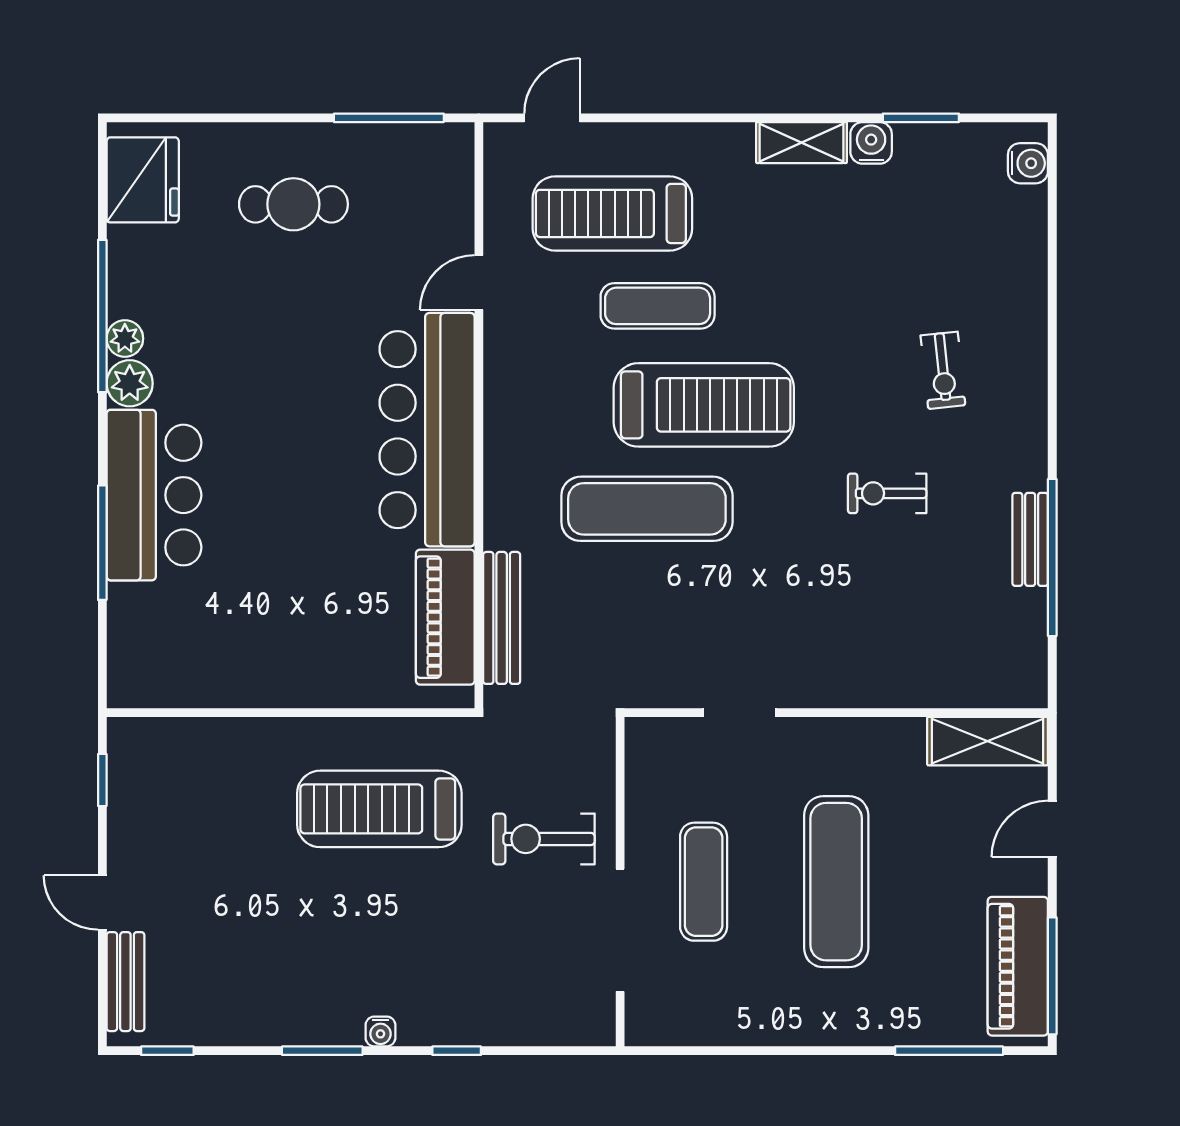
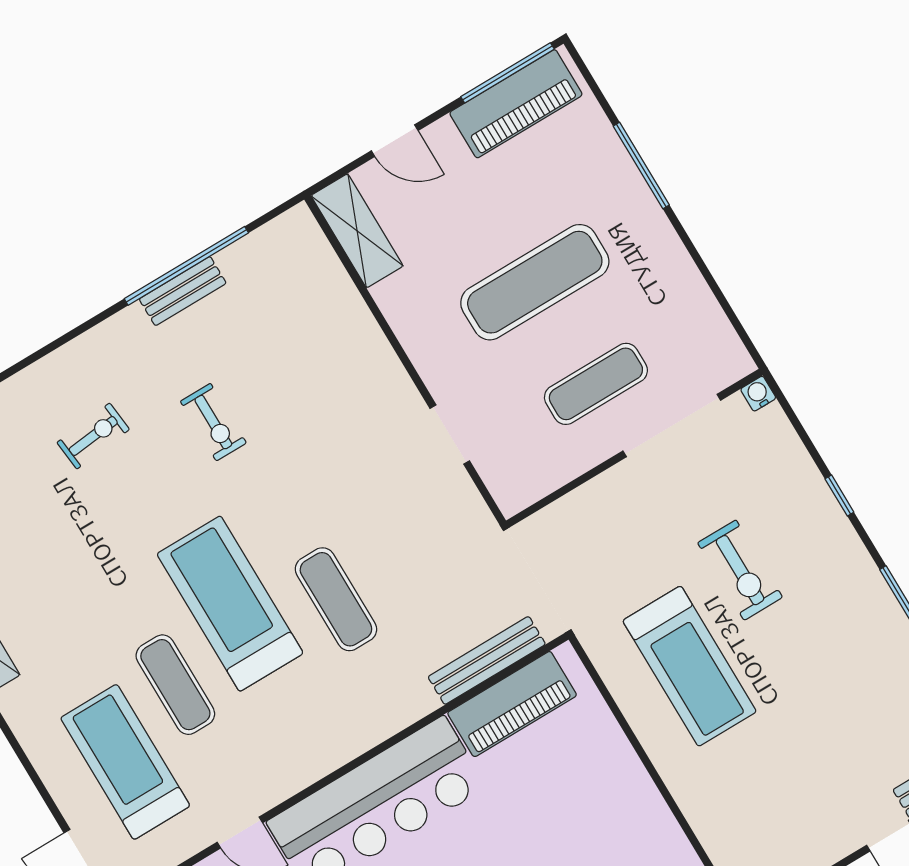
treadmill: (612, 213) -> (125, 762), turned 180
exercise mat: (647, 509) -> (336, 599), width x0.73, depth x0.69
exercise bike: (544, 839) -> (740, 570), moved
water cooler: (380, 1031) -> (758, 394), moved, turned -90
window: (949, 1051) -> (641, 166), moved

